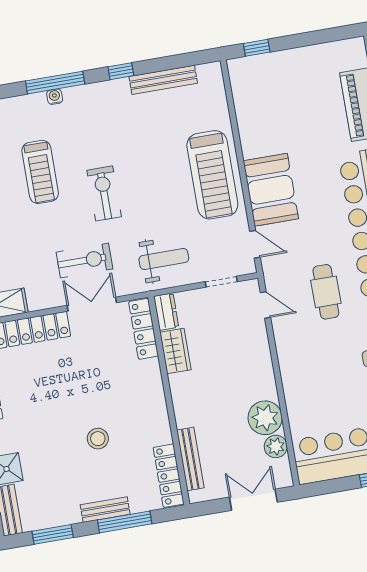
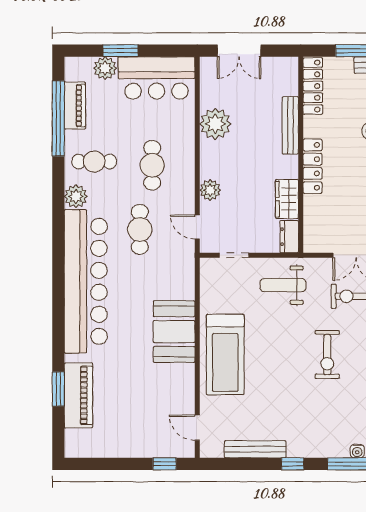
treadmill: (212, 175) -> (225, 354), turned 180
door: (255, 244) -> (197, 428), moved
locker: (144, 329) -> (313, 166), moved
cafe table: (325, 362) -> (152, 165), added
plant: (276, 446) -> (210, 190), moved
bench: (190, 459) -> (290, 125), moved

